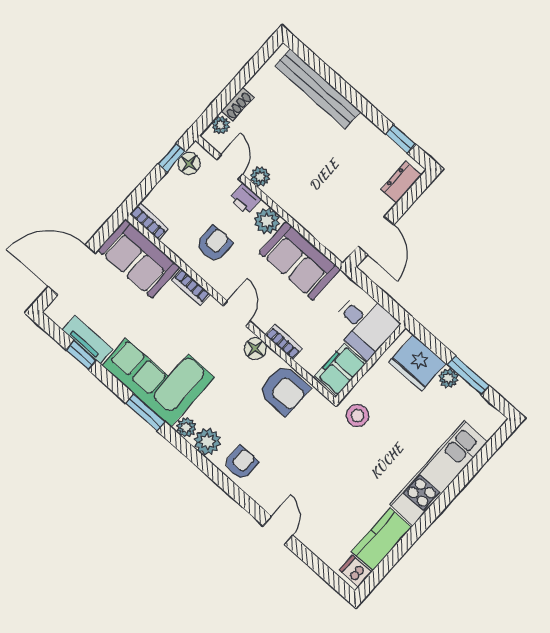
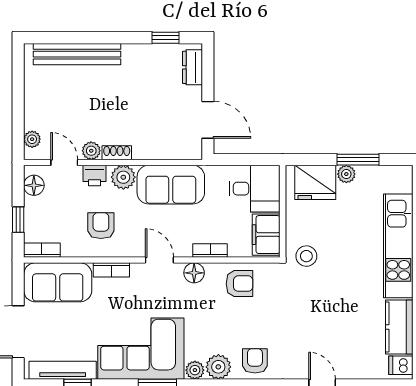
shoe rack: (237, 104) -> (117, 153), moved, turned -90
window: (172, 158) -> (18, 220), moved
tv unit: (88, 340) -> (63, 370), width x1.41
armchair: (284, 390) -> (239, 284), width x0.72, depth x0.72

